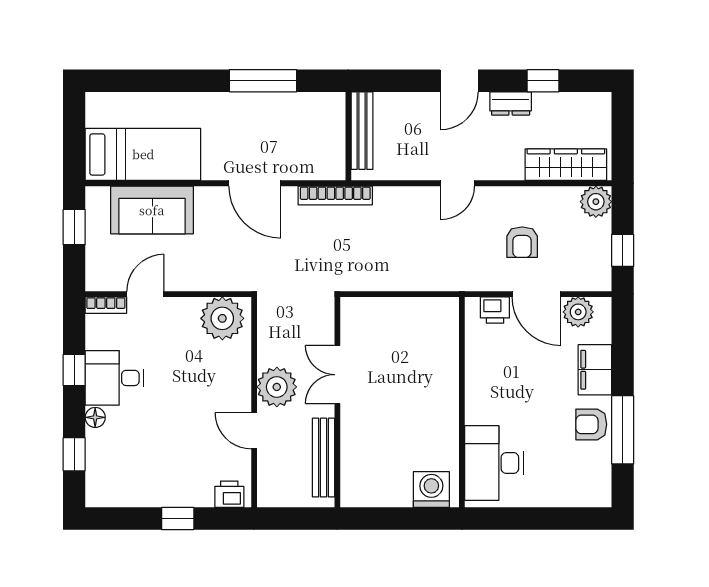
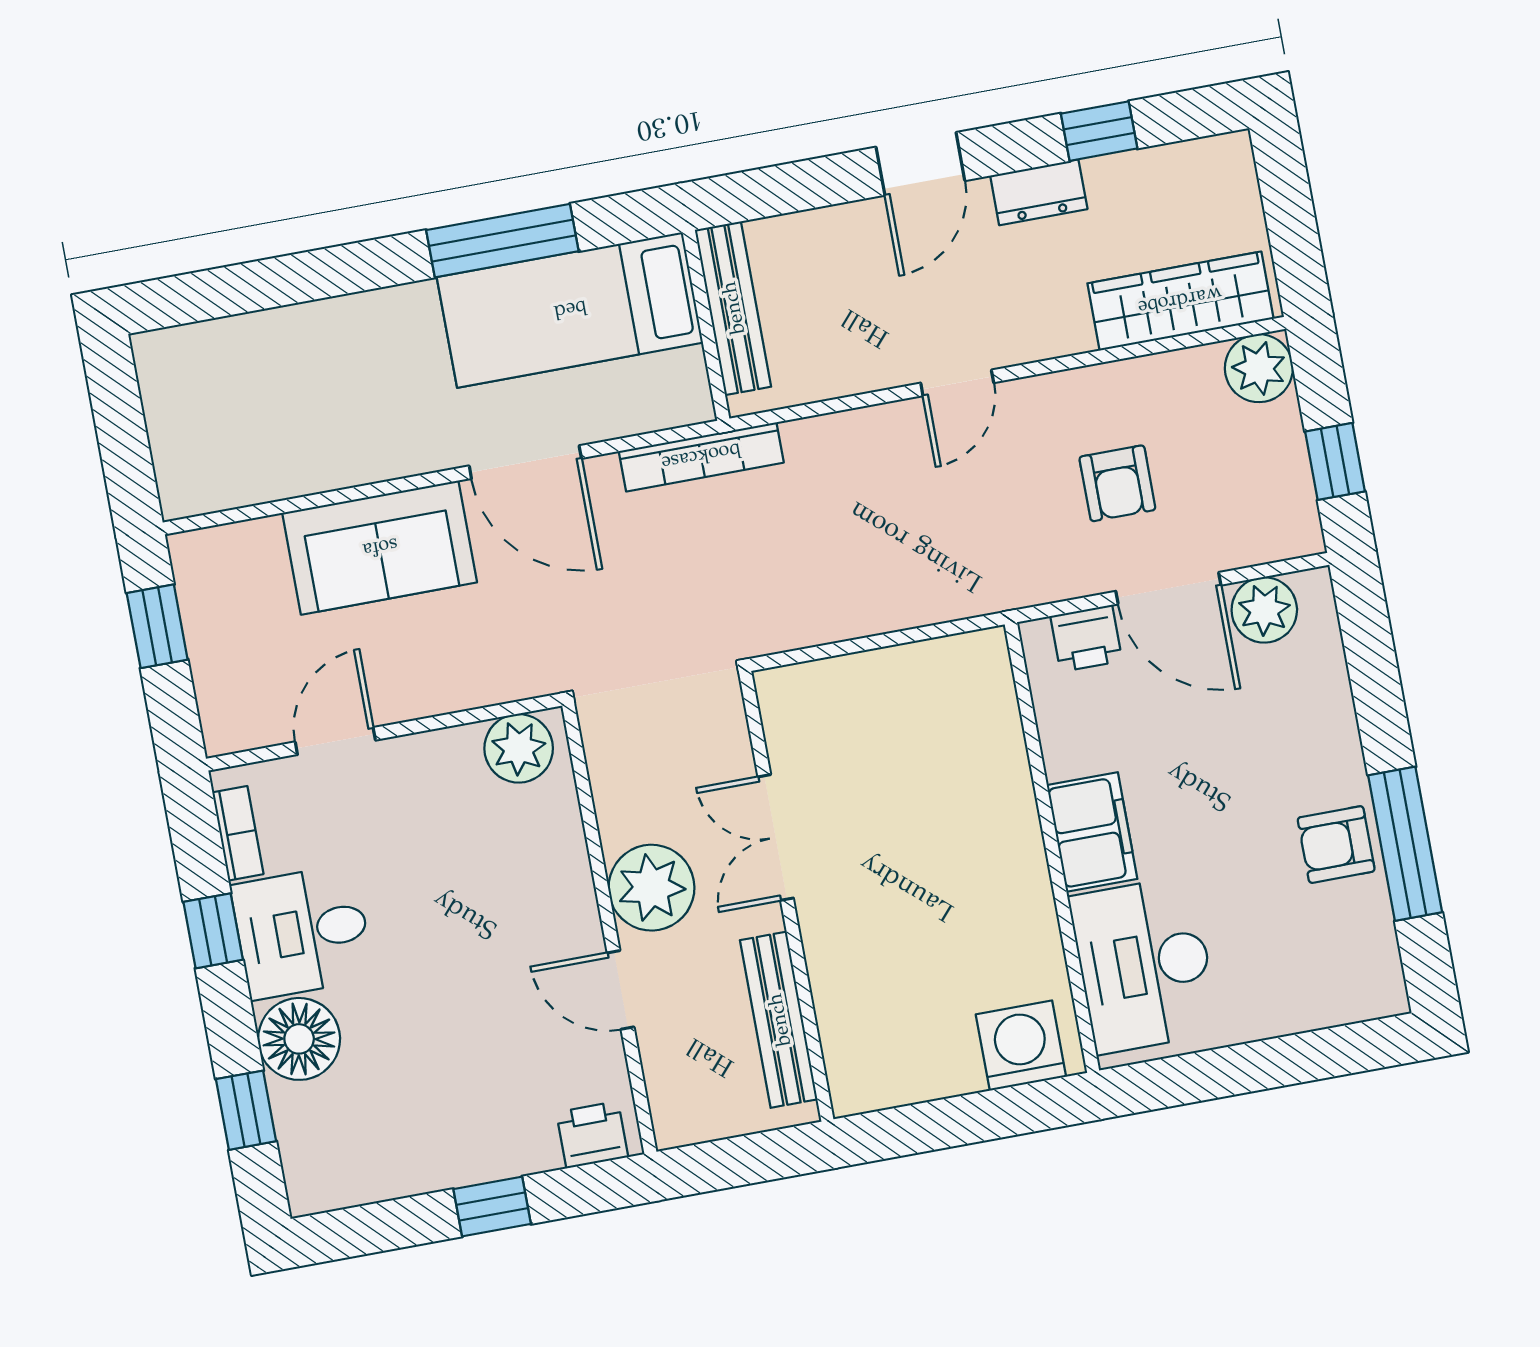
bed: (143, 154) -> (570, 310), moved, turned 180
sofa: (152, 210) -> (380, 548), moved
bookcase: (106, 305) -> (238, 833), moved, turned -90
plant: (222, 318) -> (519, 748), width x0.73, depth x0.73
filing cabinet: (595, 370) -> (1092, 832), moved, turned 180
floor lamp: (95, 417) -> (299, 1039), width x1.89, depth x1.89

